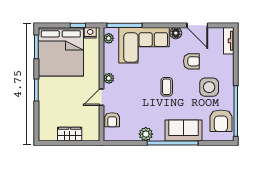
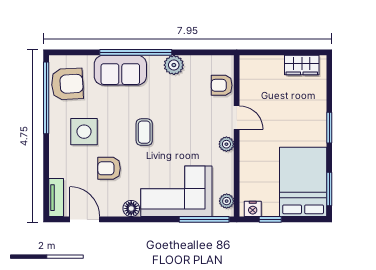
door: (197, 25) -> (85, 219), moved
bed: (61, 52) -> (303, 182), width x0.73
door: (102, 97) -> (237, 118), hinge flipped
armchair: (112, 120) -> (222, 85), turned -90
armchair: (221, 121) -> (67, 84), turned 87
wardrobe: (70, 134) -> (302, 65), moved

